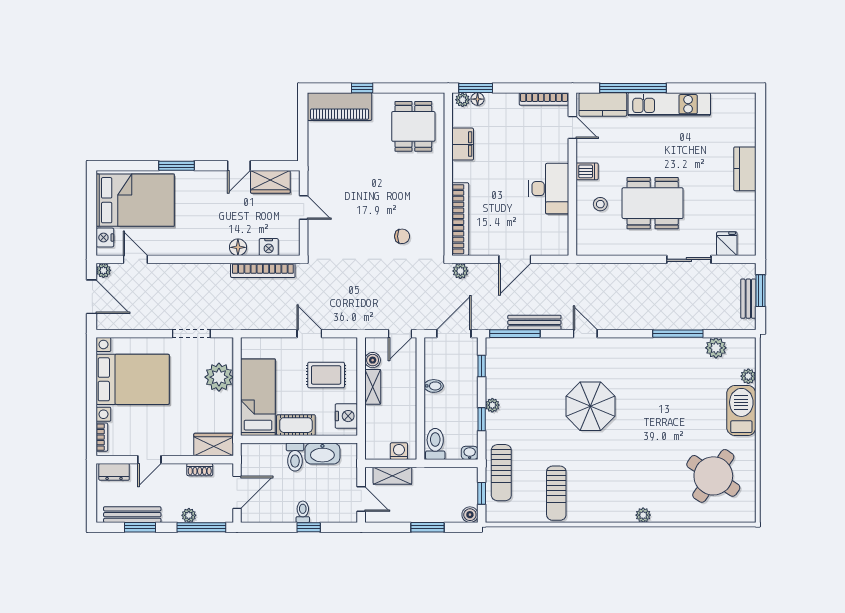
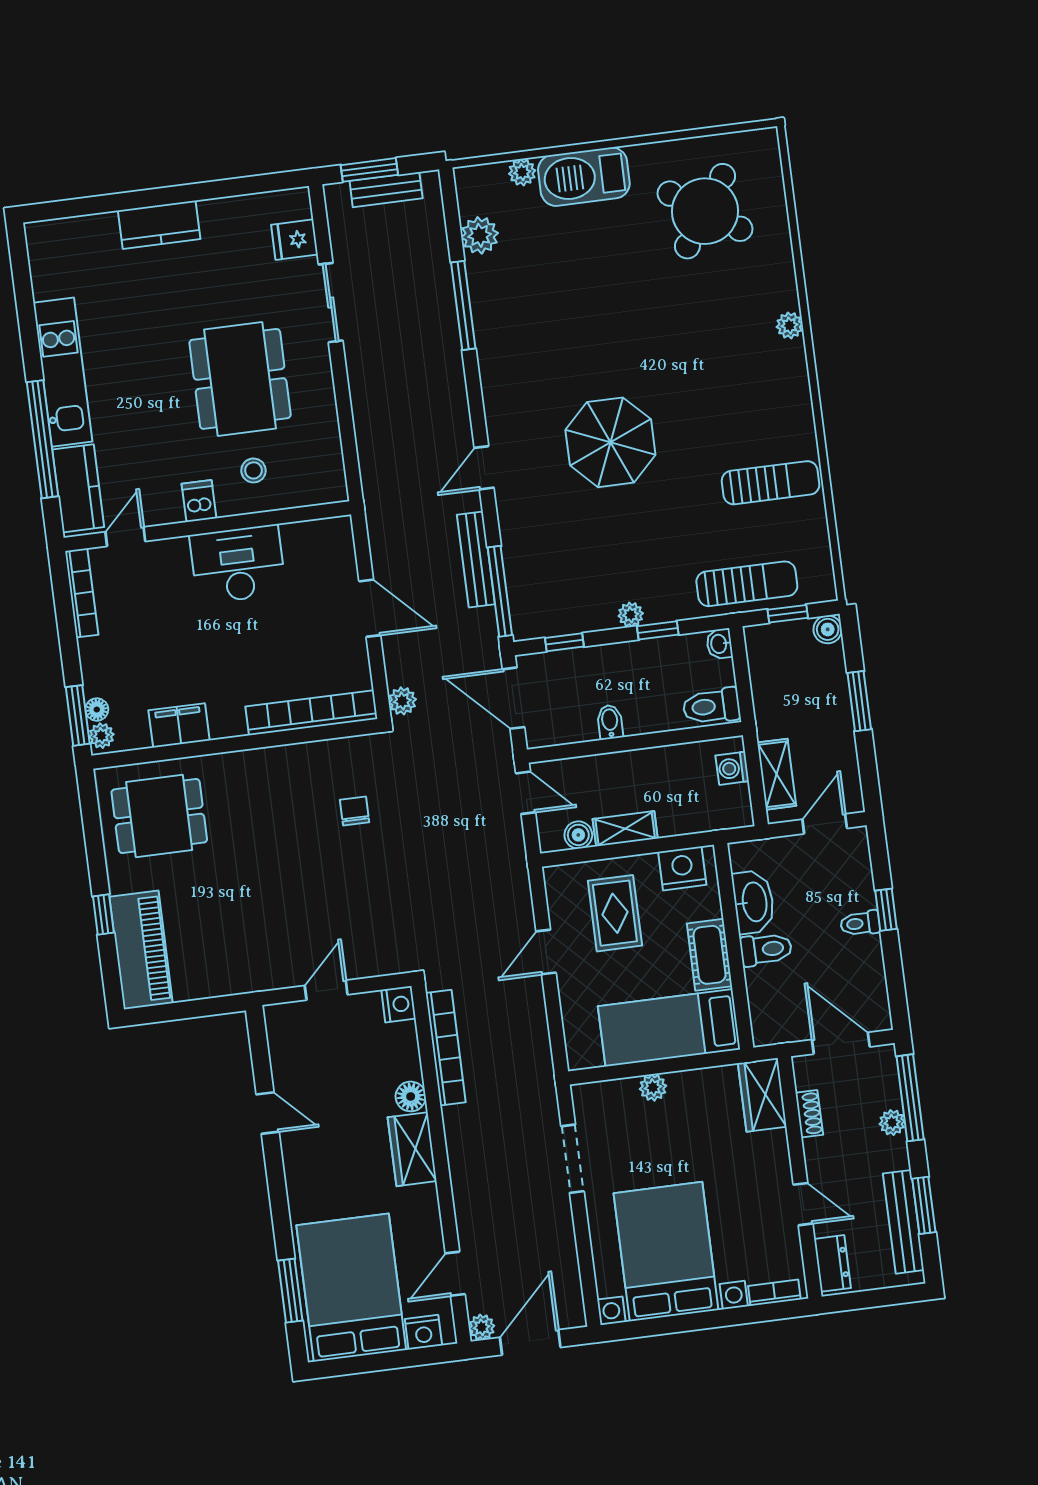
window: (177, 166) -> (290, 1291), moved
wardrobe: (270, 182) -> (412, 1149), moved, turned 180
nightstand: (269, 247) -> (399, 1004), moved
plant: (219, 377) -> (653, 1087), width x0.53, depth x0.53

